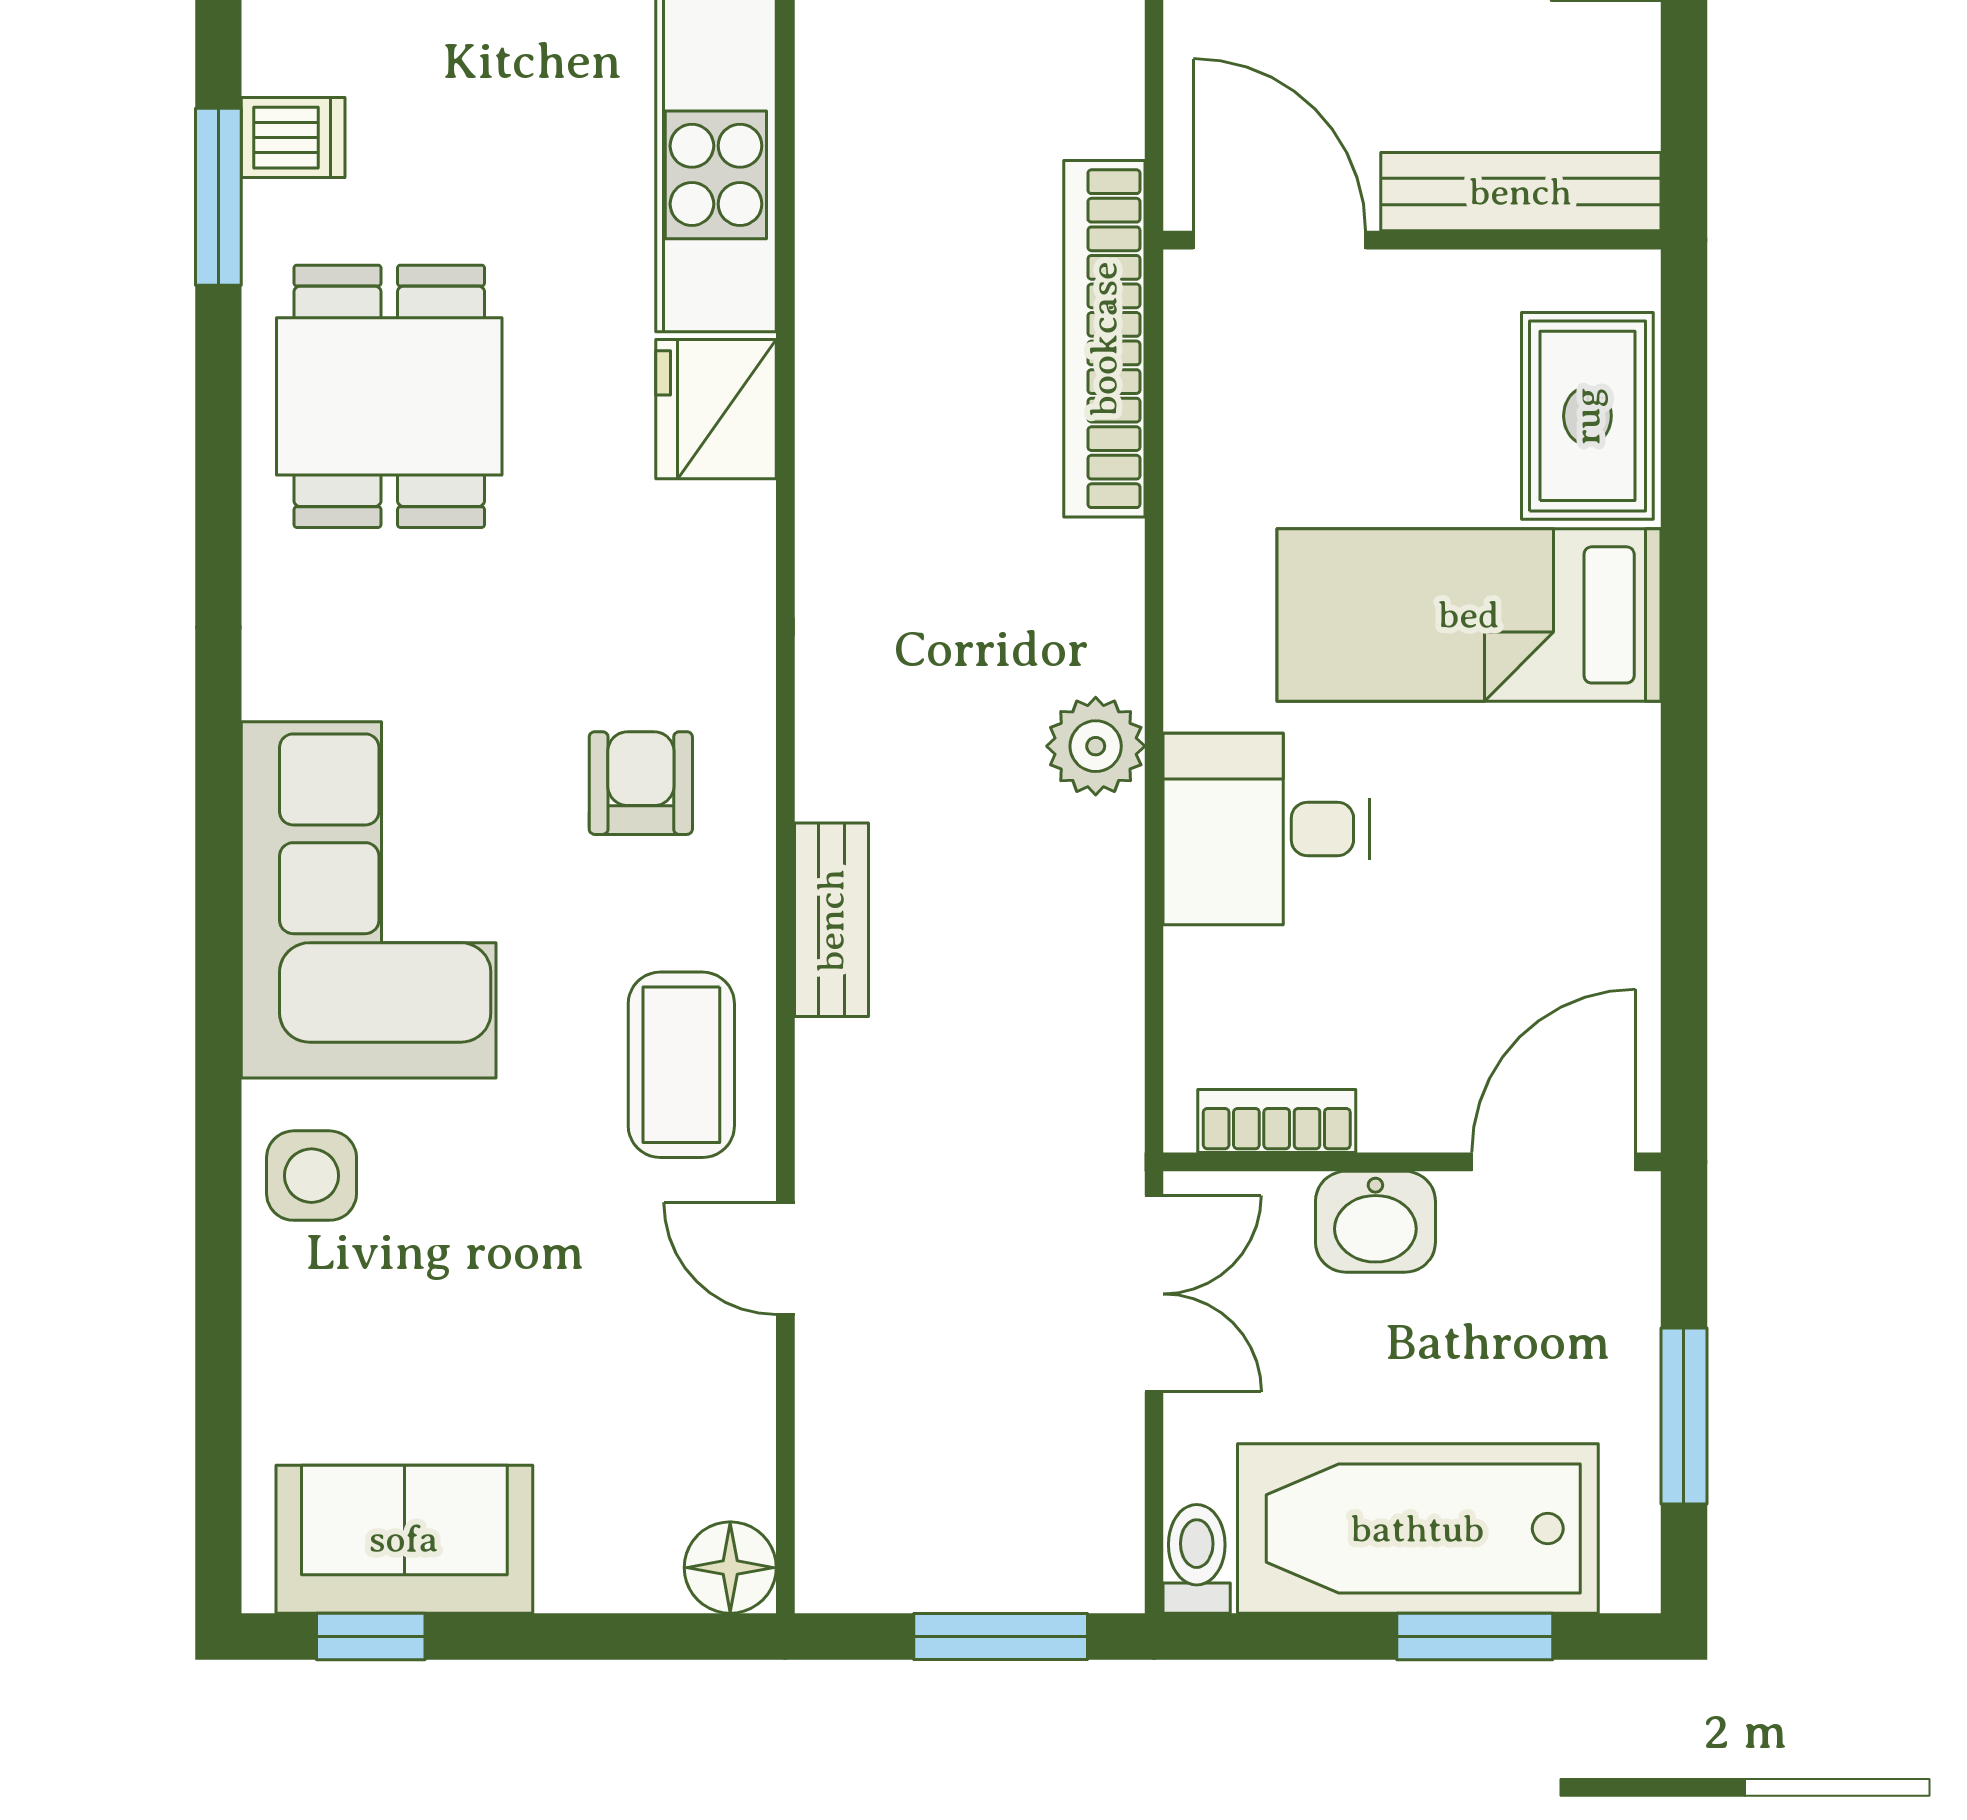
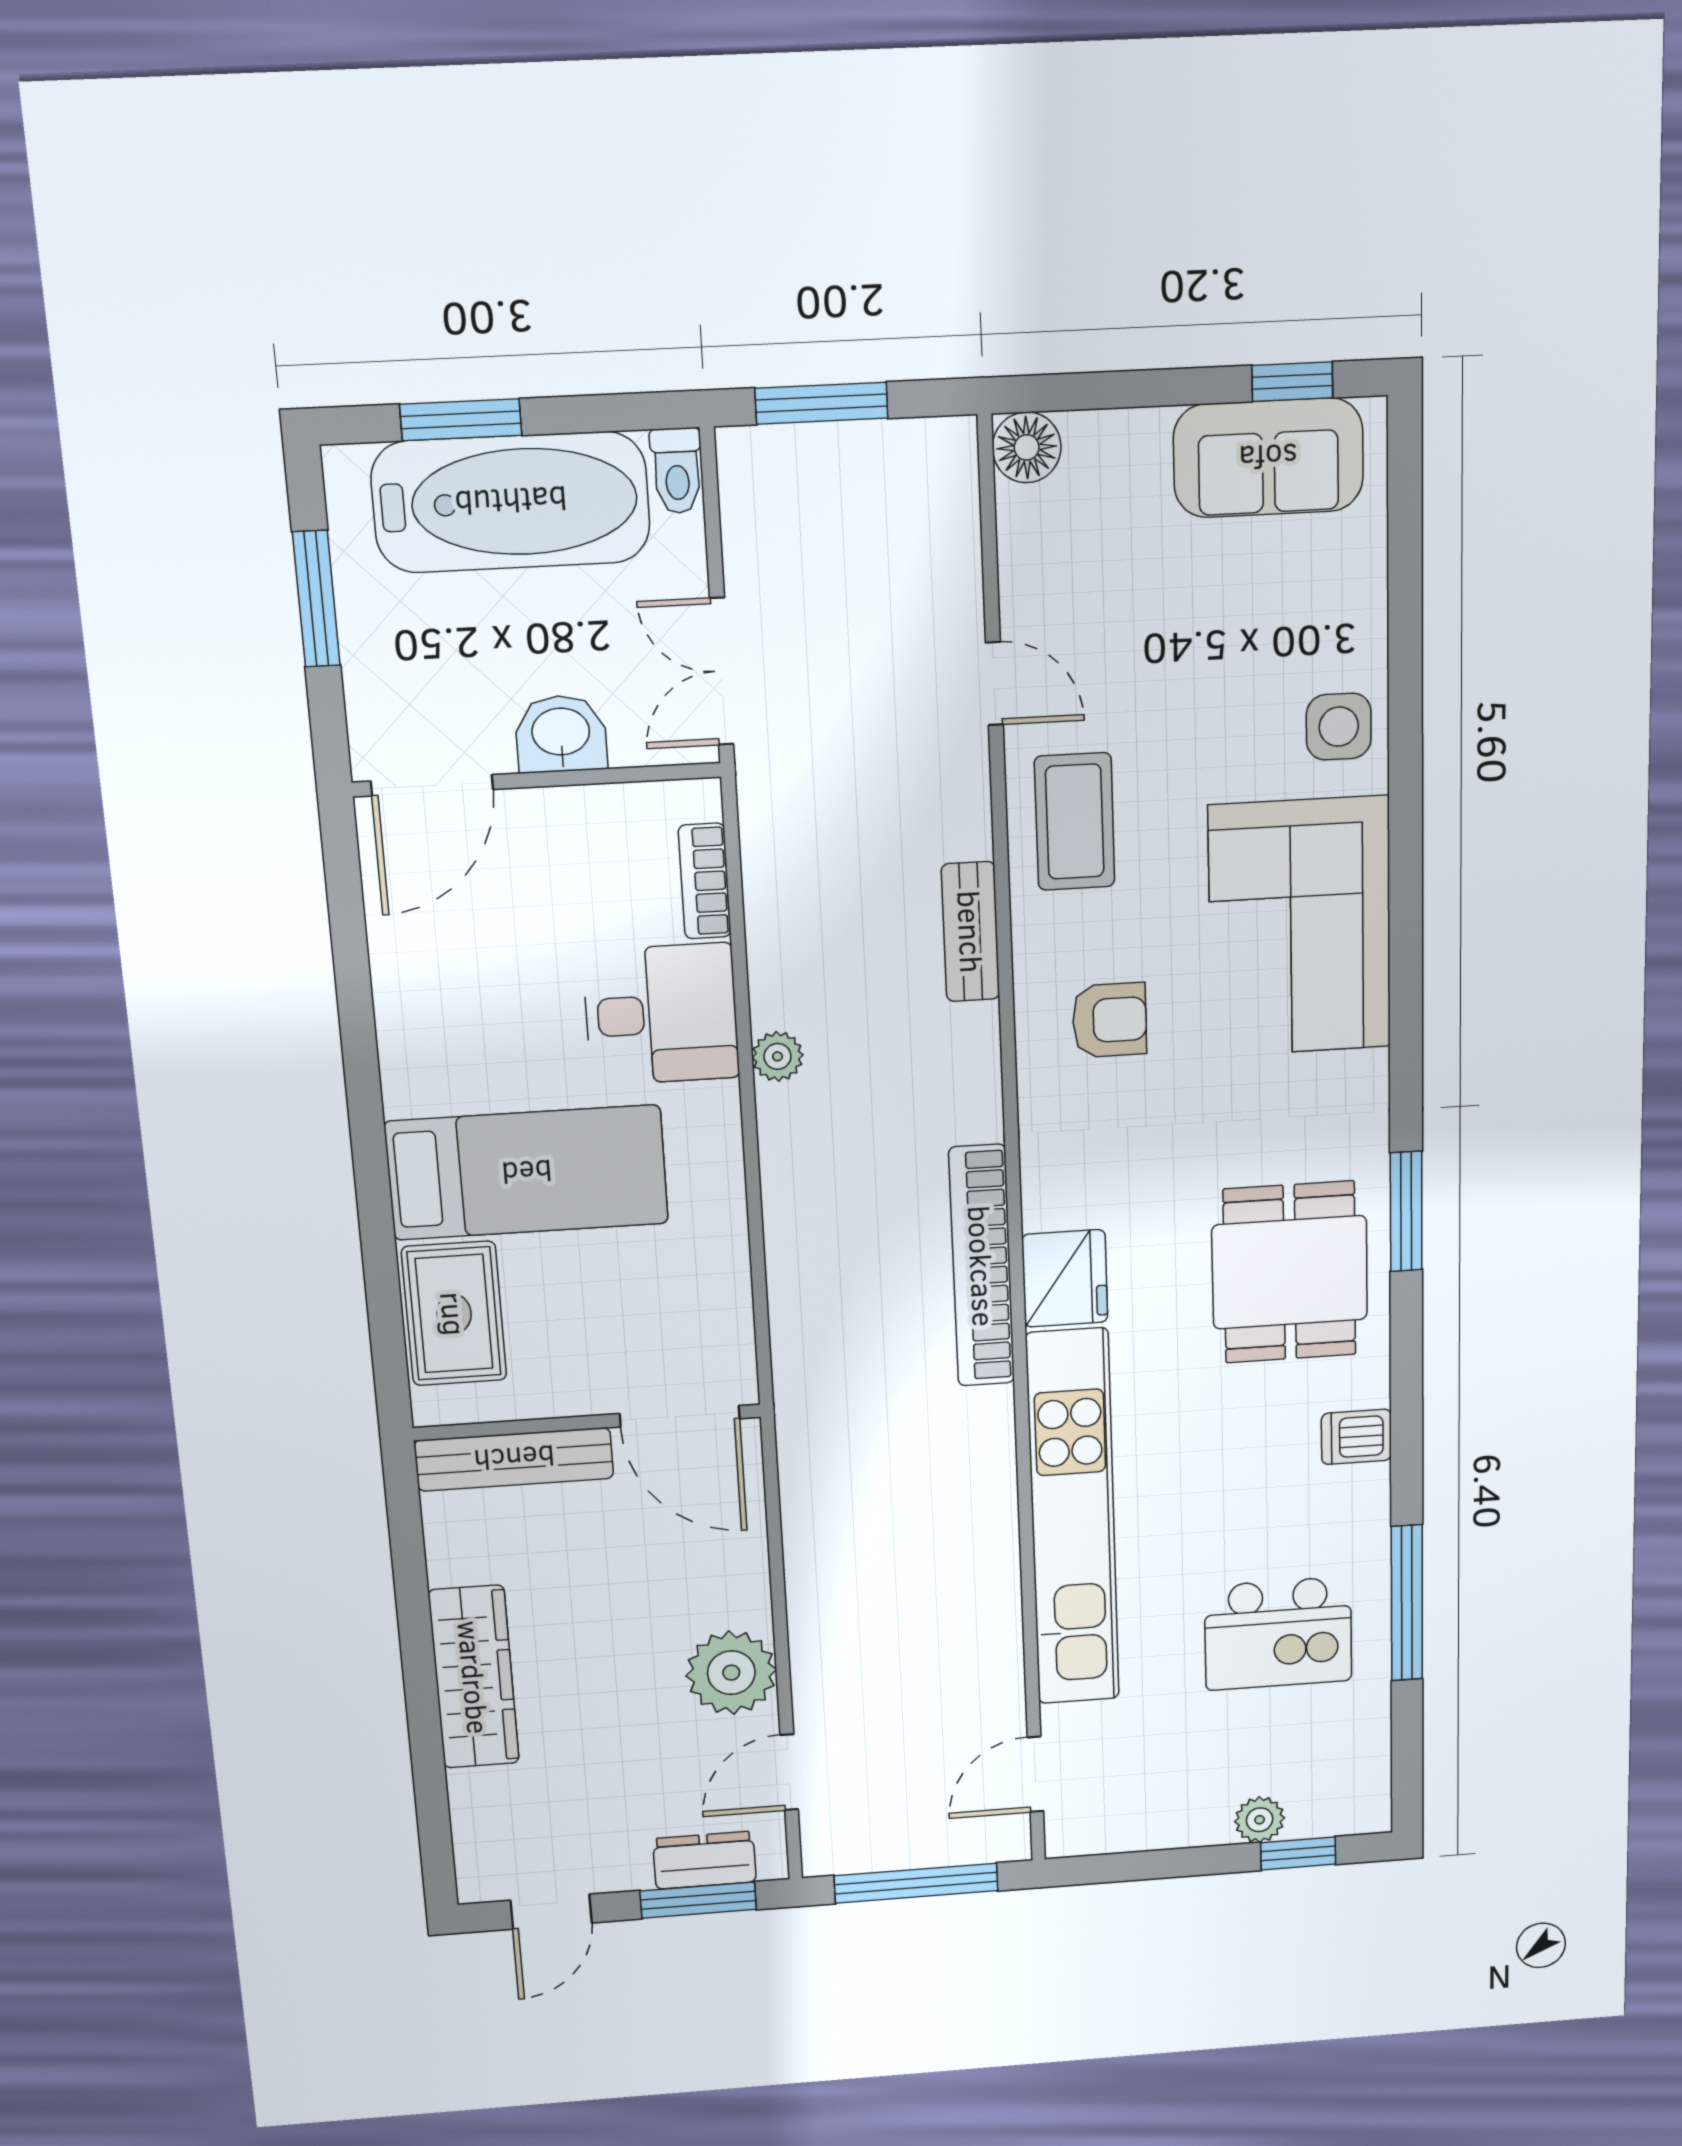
window: (218, 197) -> (1406, 1211), moved
bookcase: (1104, 339) -> (982, 1266), moved, turned 180
plant: (1096, 746) -> (777, 1056), width x0.73, depth x0.73
armchair: (641, 783) -> (1110, 1020), turned -90
bookcase: (1277, 1121) -> (705, 881), moved, turned 90

